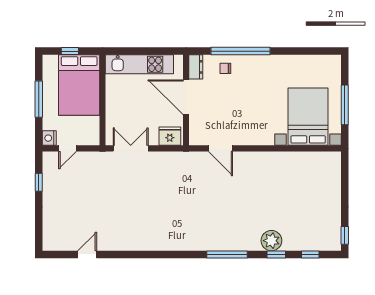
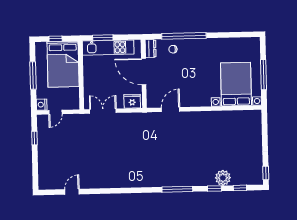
window: (133, 51) -> (103, 38), added
door: (220, 148) -> (171, 110), swing flipped
plant: (271, 241) -> (223, 178), moved

